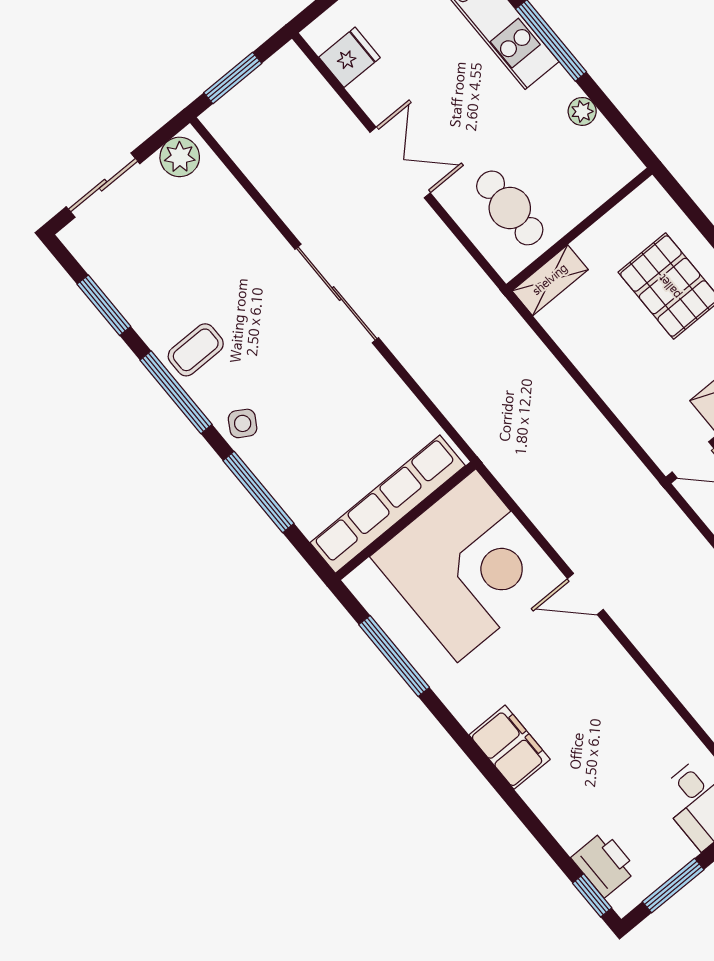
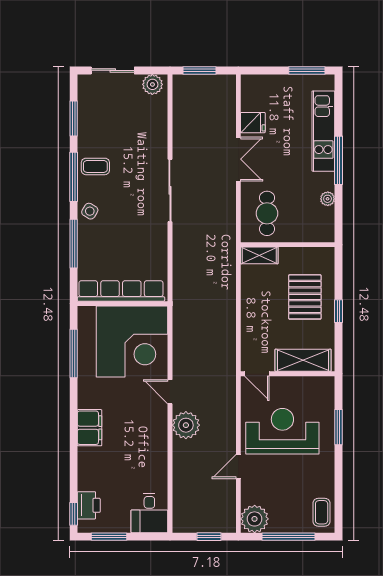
fridge: (350, 57) -> (253, 123), moved
plant: (650, 624) -> (186, 425), added

